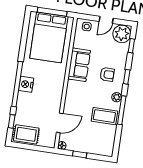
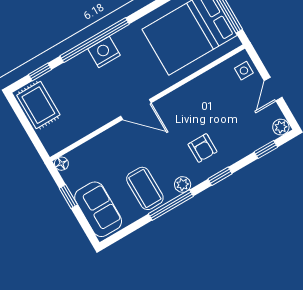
door: (106, 20) -> (273, 89), hinge flipped
plant: (122, 34) -> (281, 127), width x0.53, depth x0.53
sofa: (79, 65) -> (98, 209), moved, turned -90
door: (60, 123) -> (136, 109), moved

